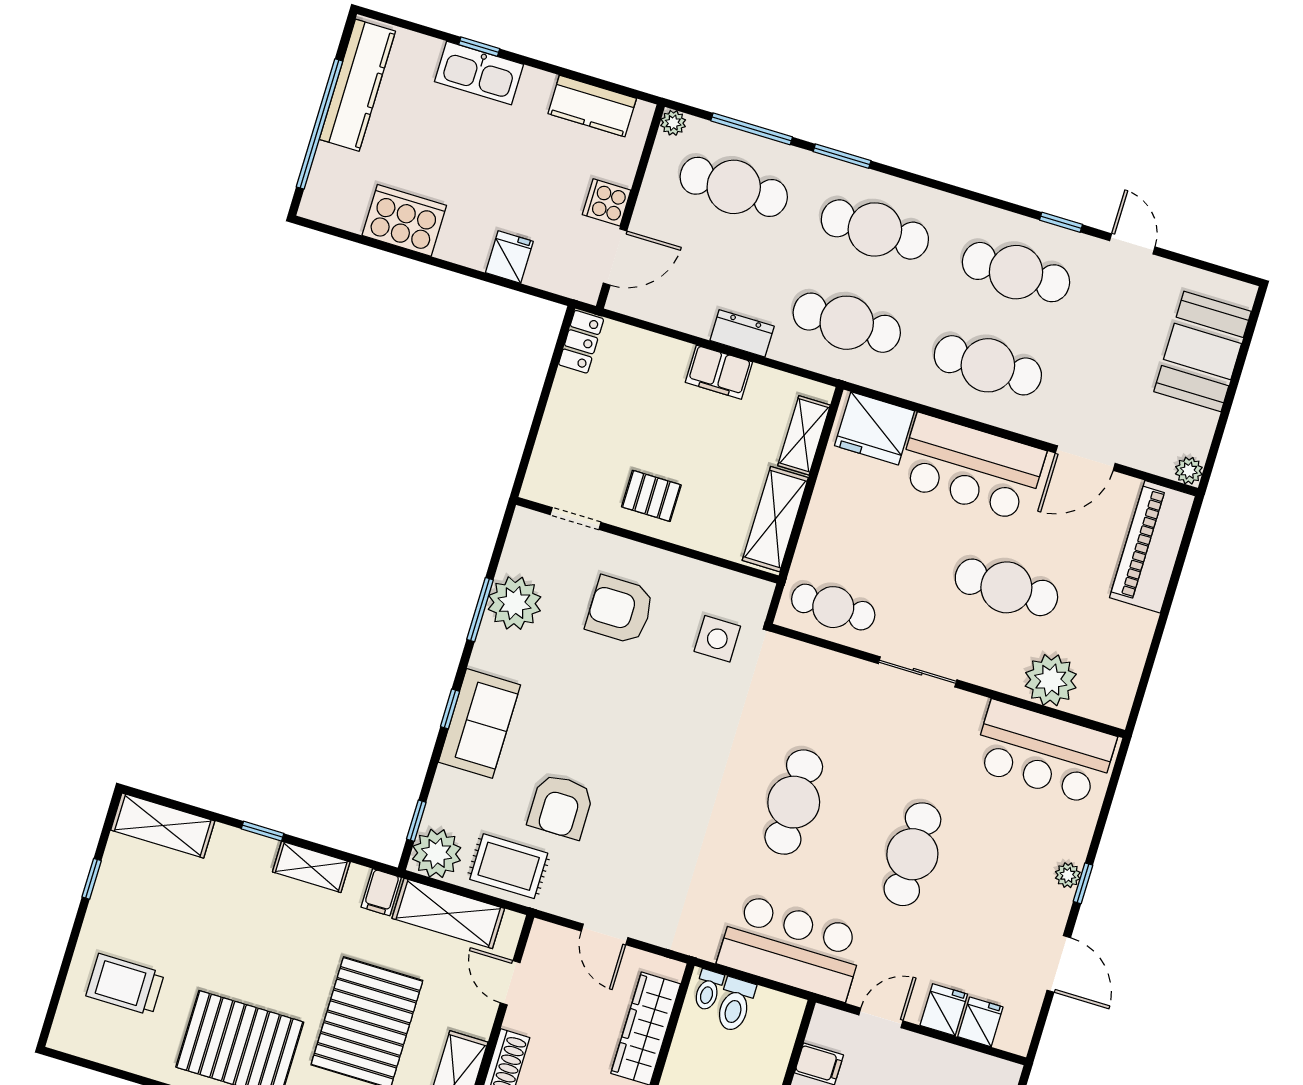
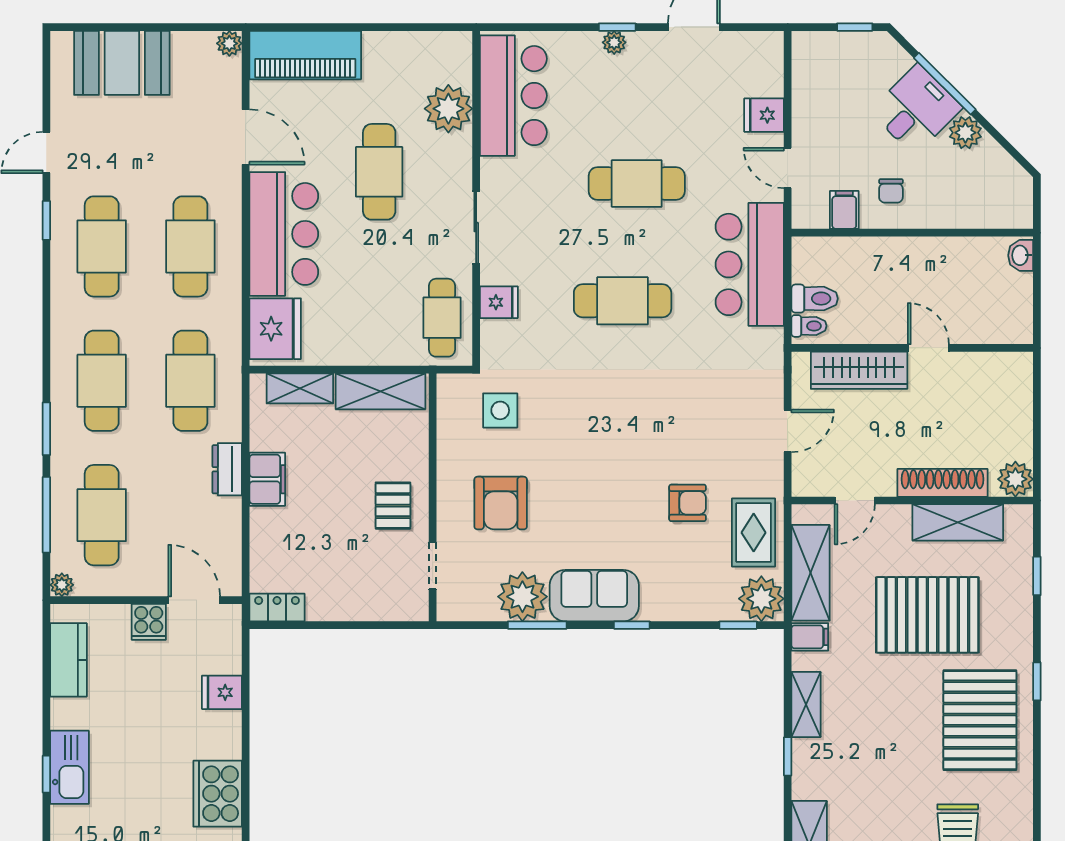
sofa: (479, 723) -> (594, 596), moved
armchair: (561, 806) -> (688, 503), width x0.72, depth x0.72
fridge: (980, 1022) -> (499, 302), moved, turned 180

